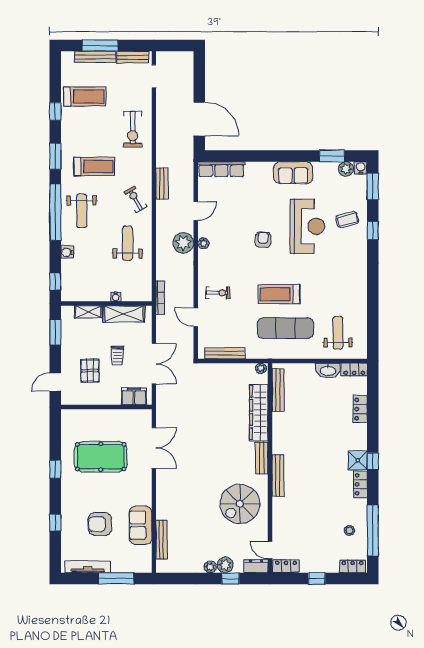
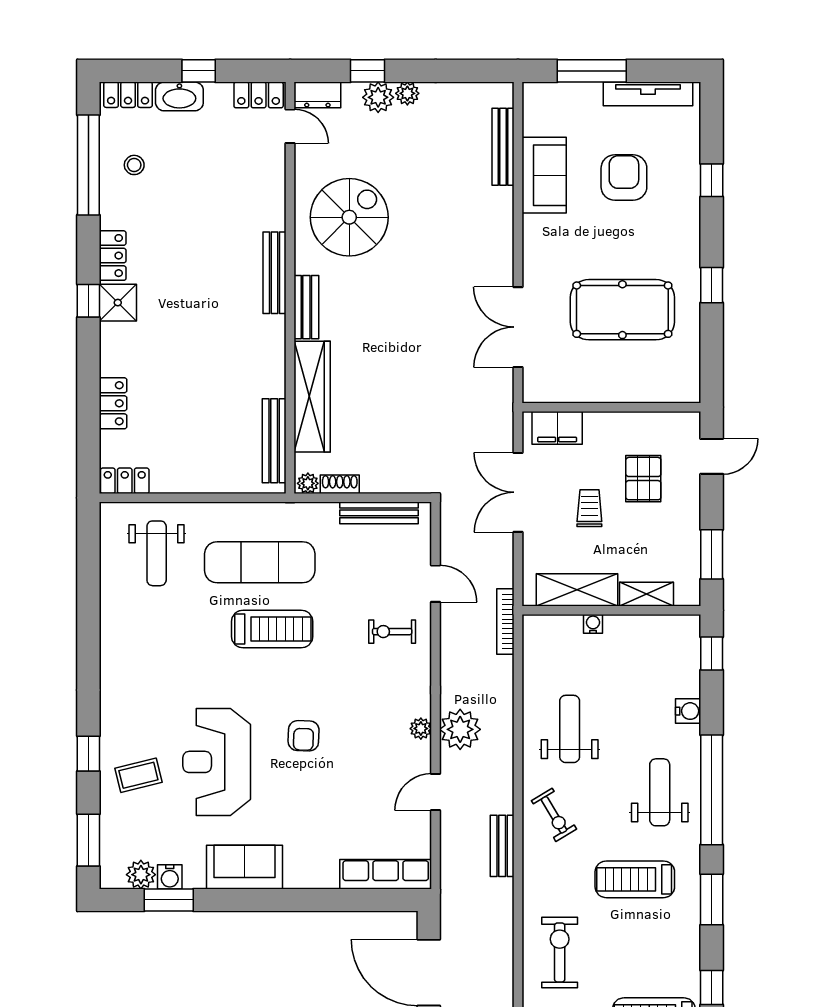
water cooler: (361, 168) -> (170, 877), moved
weight bench: (128, 243) -> (570, 729), turned 180
shoe rack: (245, 368) -> (340, 484), added
washbasin: (328, 370) -> (179, 96), moved, turned 180
armchair: (100, 524) -> (624, 178), turned -90

